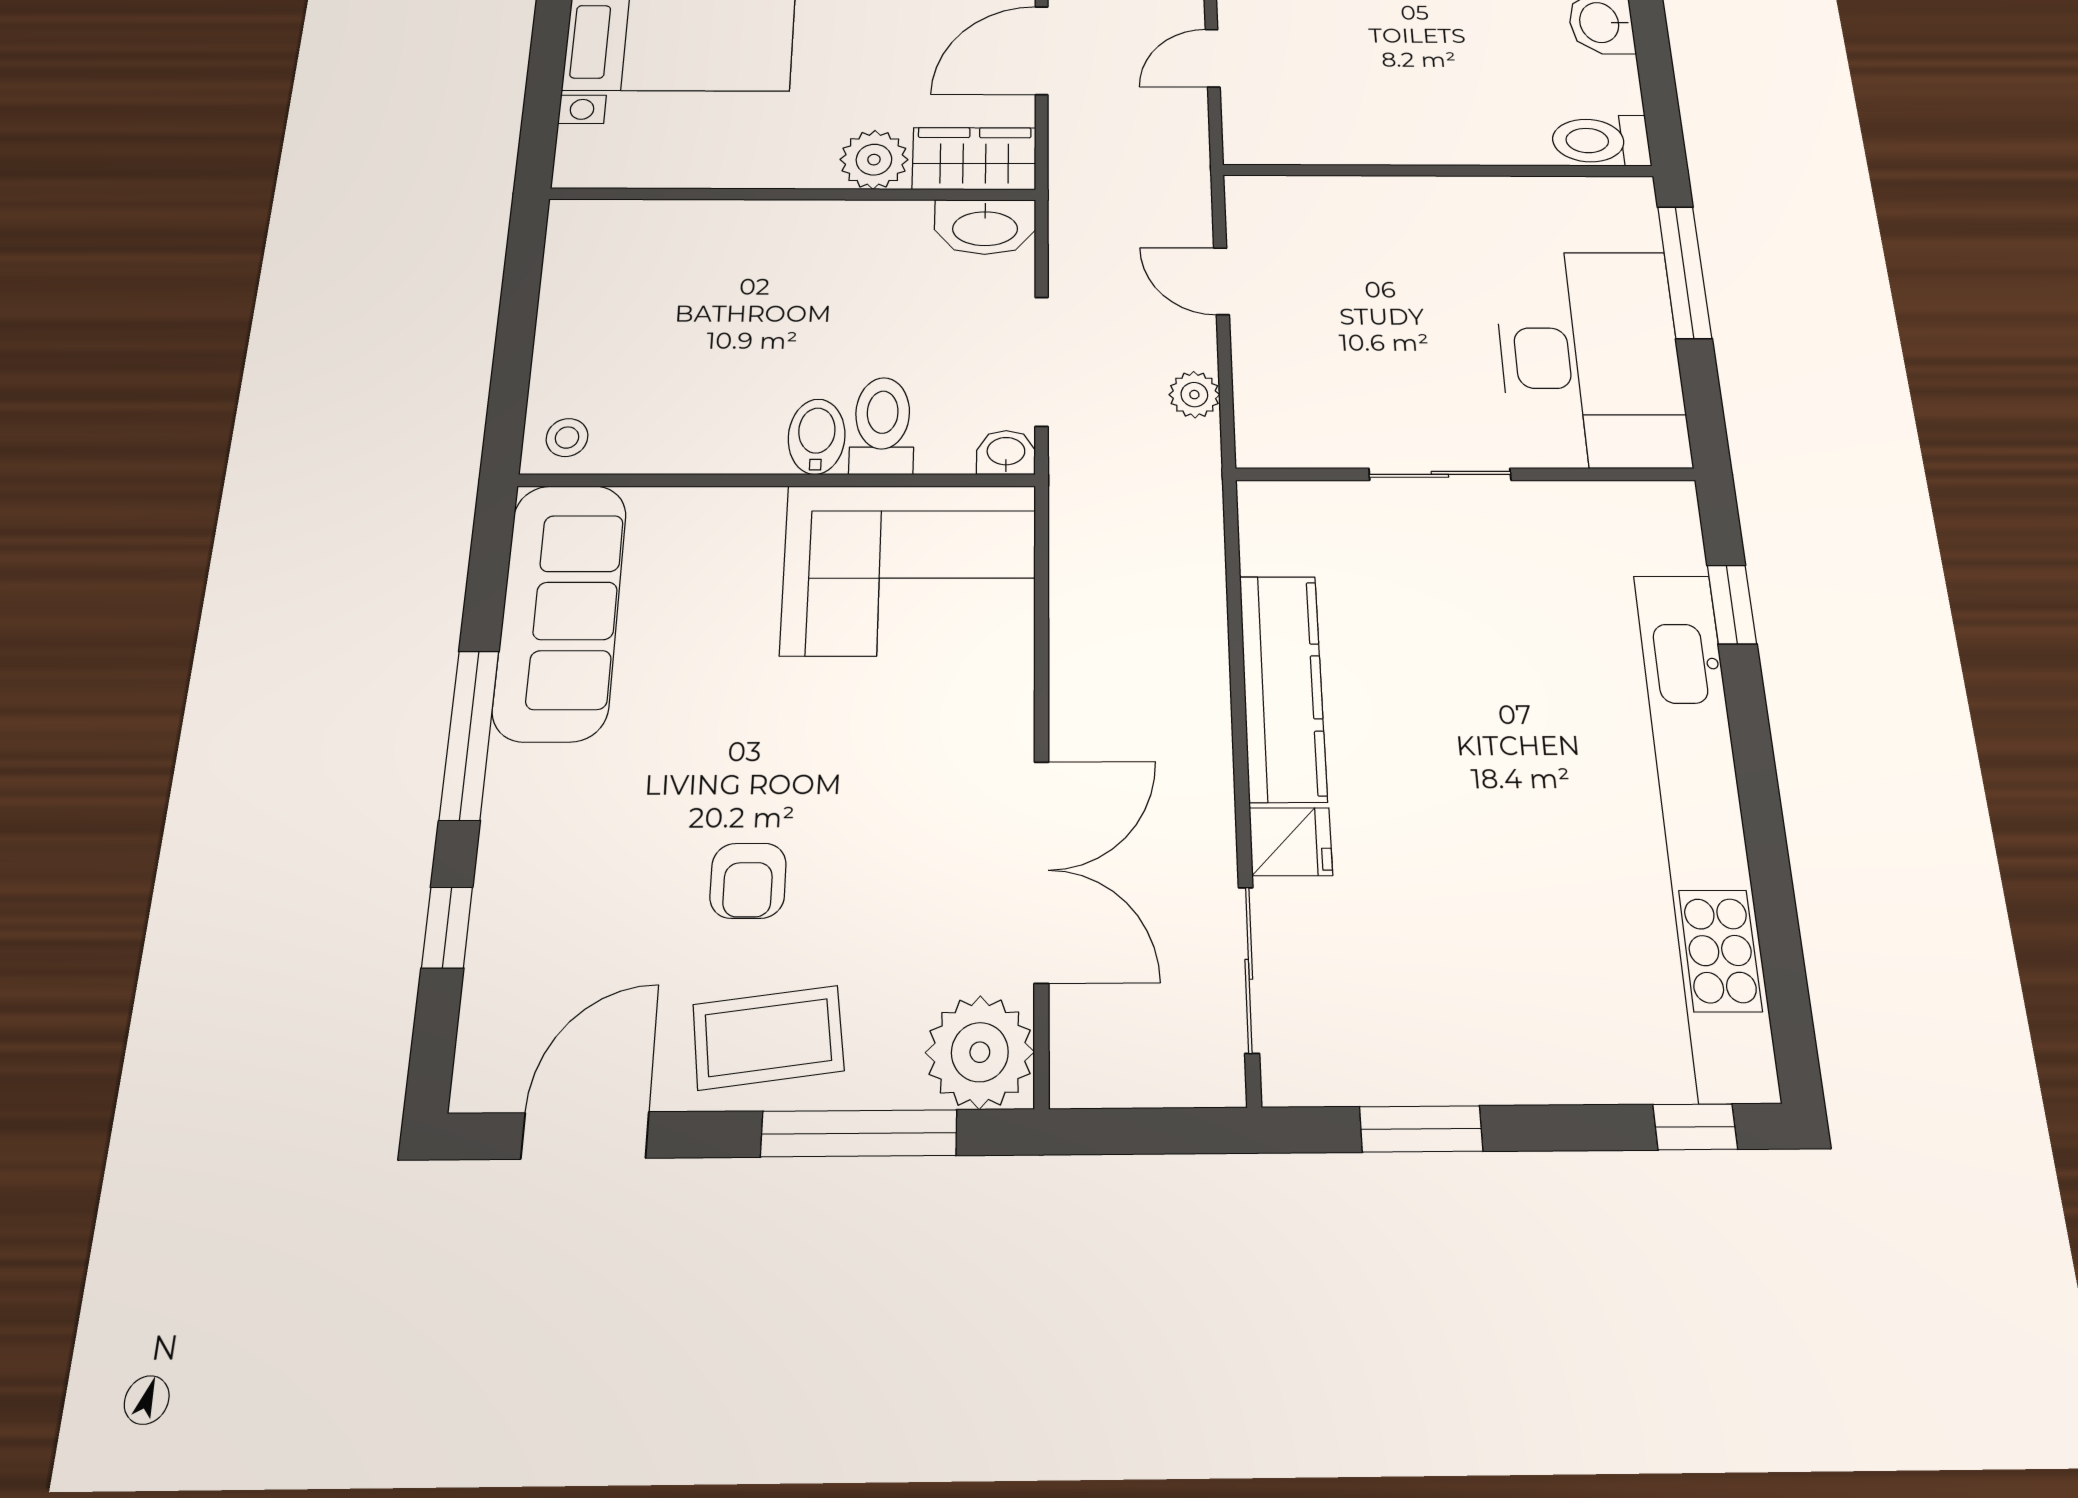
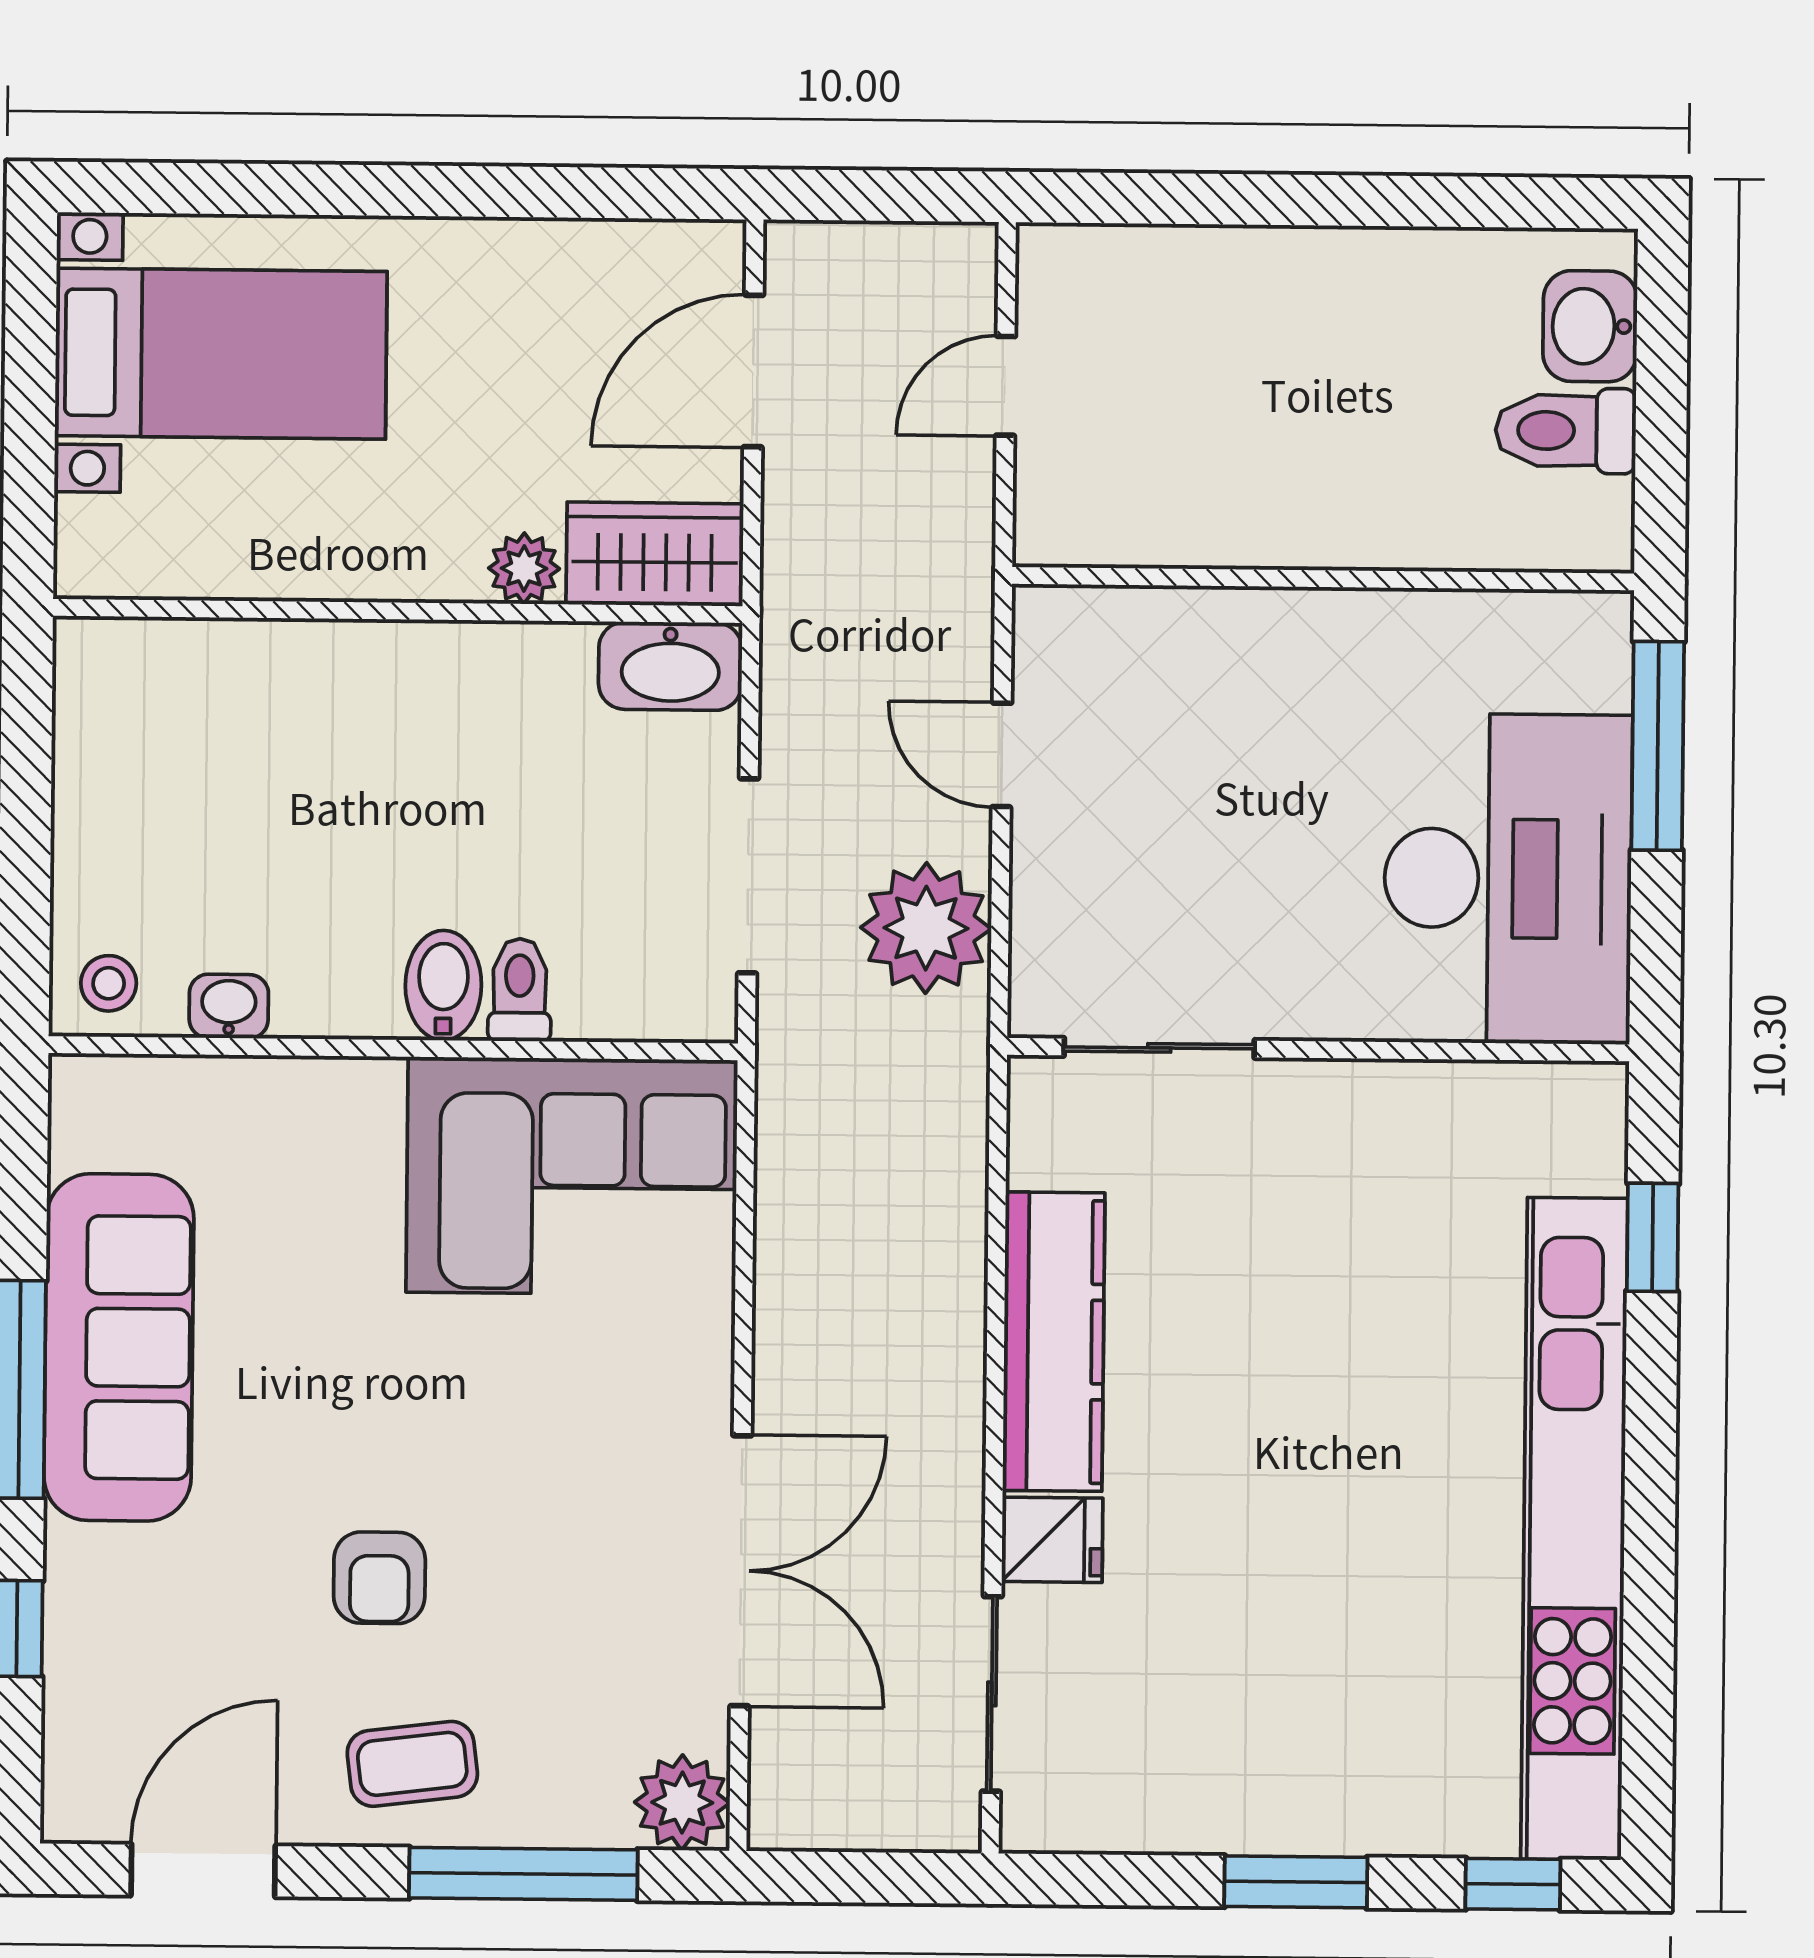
toilet: (1601, 141) -> (1566, 431), moved
plant: (874, 160) -> (524, 568), width x0.73, depth x0.73
plant: (1194, 395) -> (926, 928), width x1.87, depth x1.87
toilet: (882, 426) -> (520, 990), width x0.73, depth x0.72
washbasin: (1006, 452) -> (229, 1006), moved
sliding door: (1440, 474) -> (1159, 1048), moved
sofa: (560, 611) -> (119, 1347), moved
coffee table: (768, 1038) -> (412, 1764), width x0.73, depth x0.77
plant: (980, 1052) -> (682, 1803), width x0.73, depth x0.73
window: (1421, 1129) -> (1296, 1882), moved

